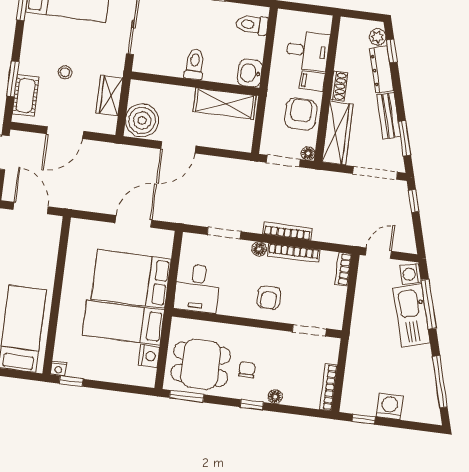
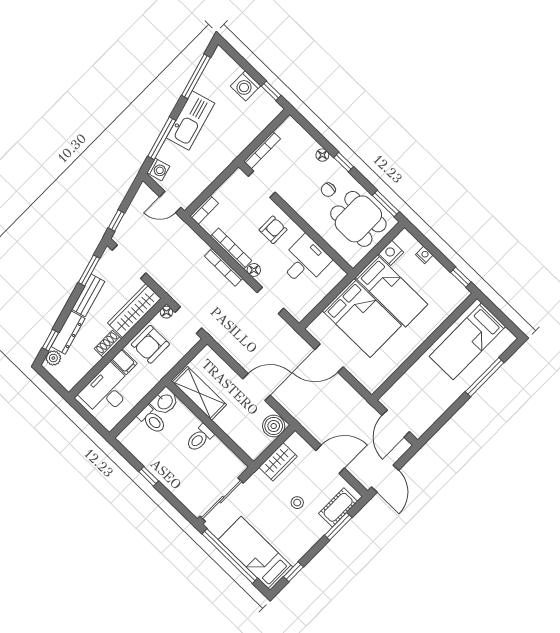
toilet: (252, 25) -> (152, 420), moved
desk: (308, 51) -> (107, 391), width x1.37
boiler: (142, 120) -> (274, 426), width x0.73, depth x0.73
desk: (197, 288) -> (305, 261), moved
kitchen sink: (412, 315) -> (190, 121), moved
nightstand: (58, 369) -> (424, 255), moved
bookcase: (328, 387) -> (262, 150), moved

